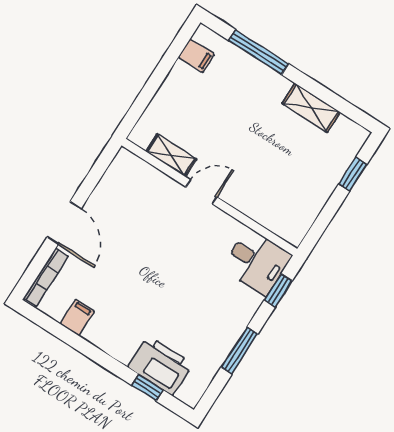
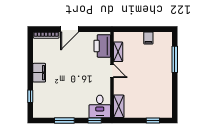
filing cabinet: (196, 56) -> (148, 38), moved
shelving: (311, 108) -> (119, 106), moved
filing cabinet: (77, 317) -> (39, 73), moved, width x2.00
printer: (160, 365) -> (102, 46), moved, turned 180

